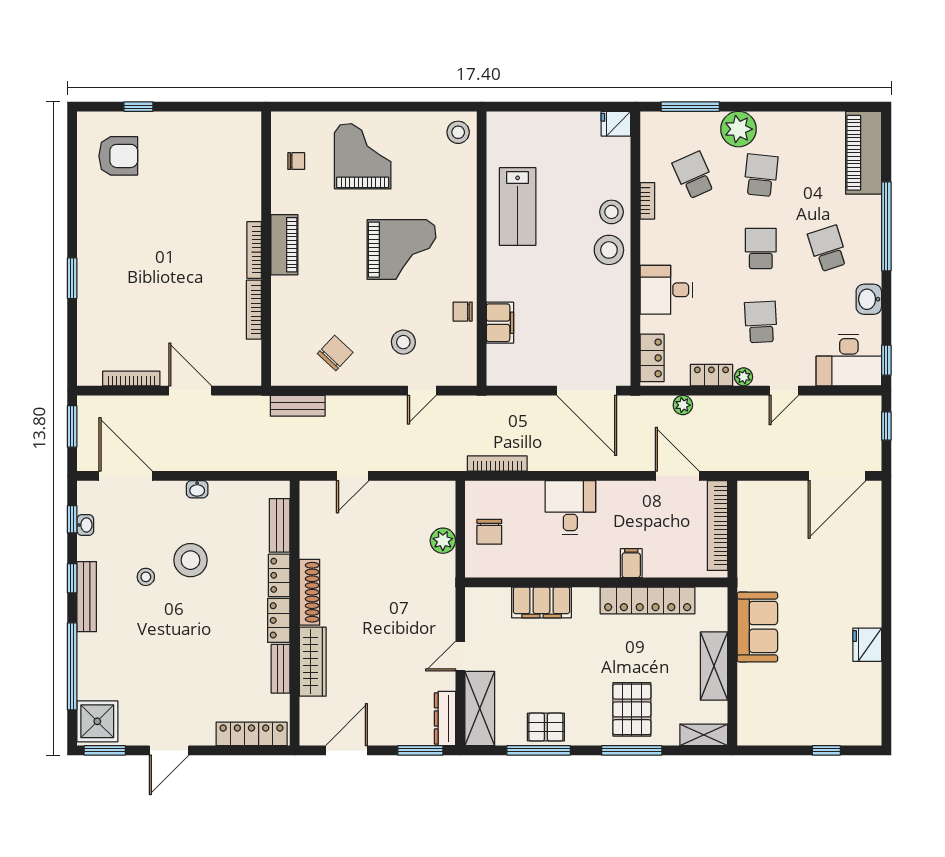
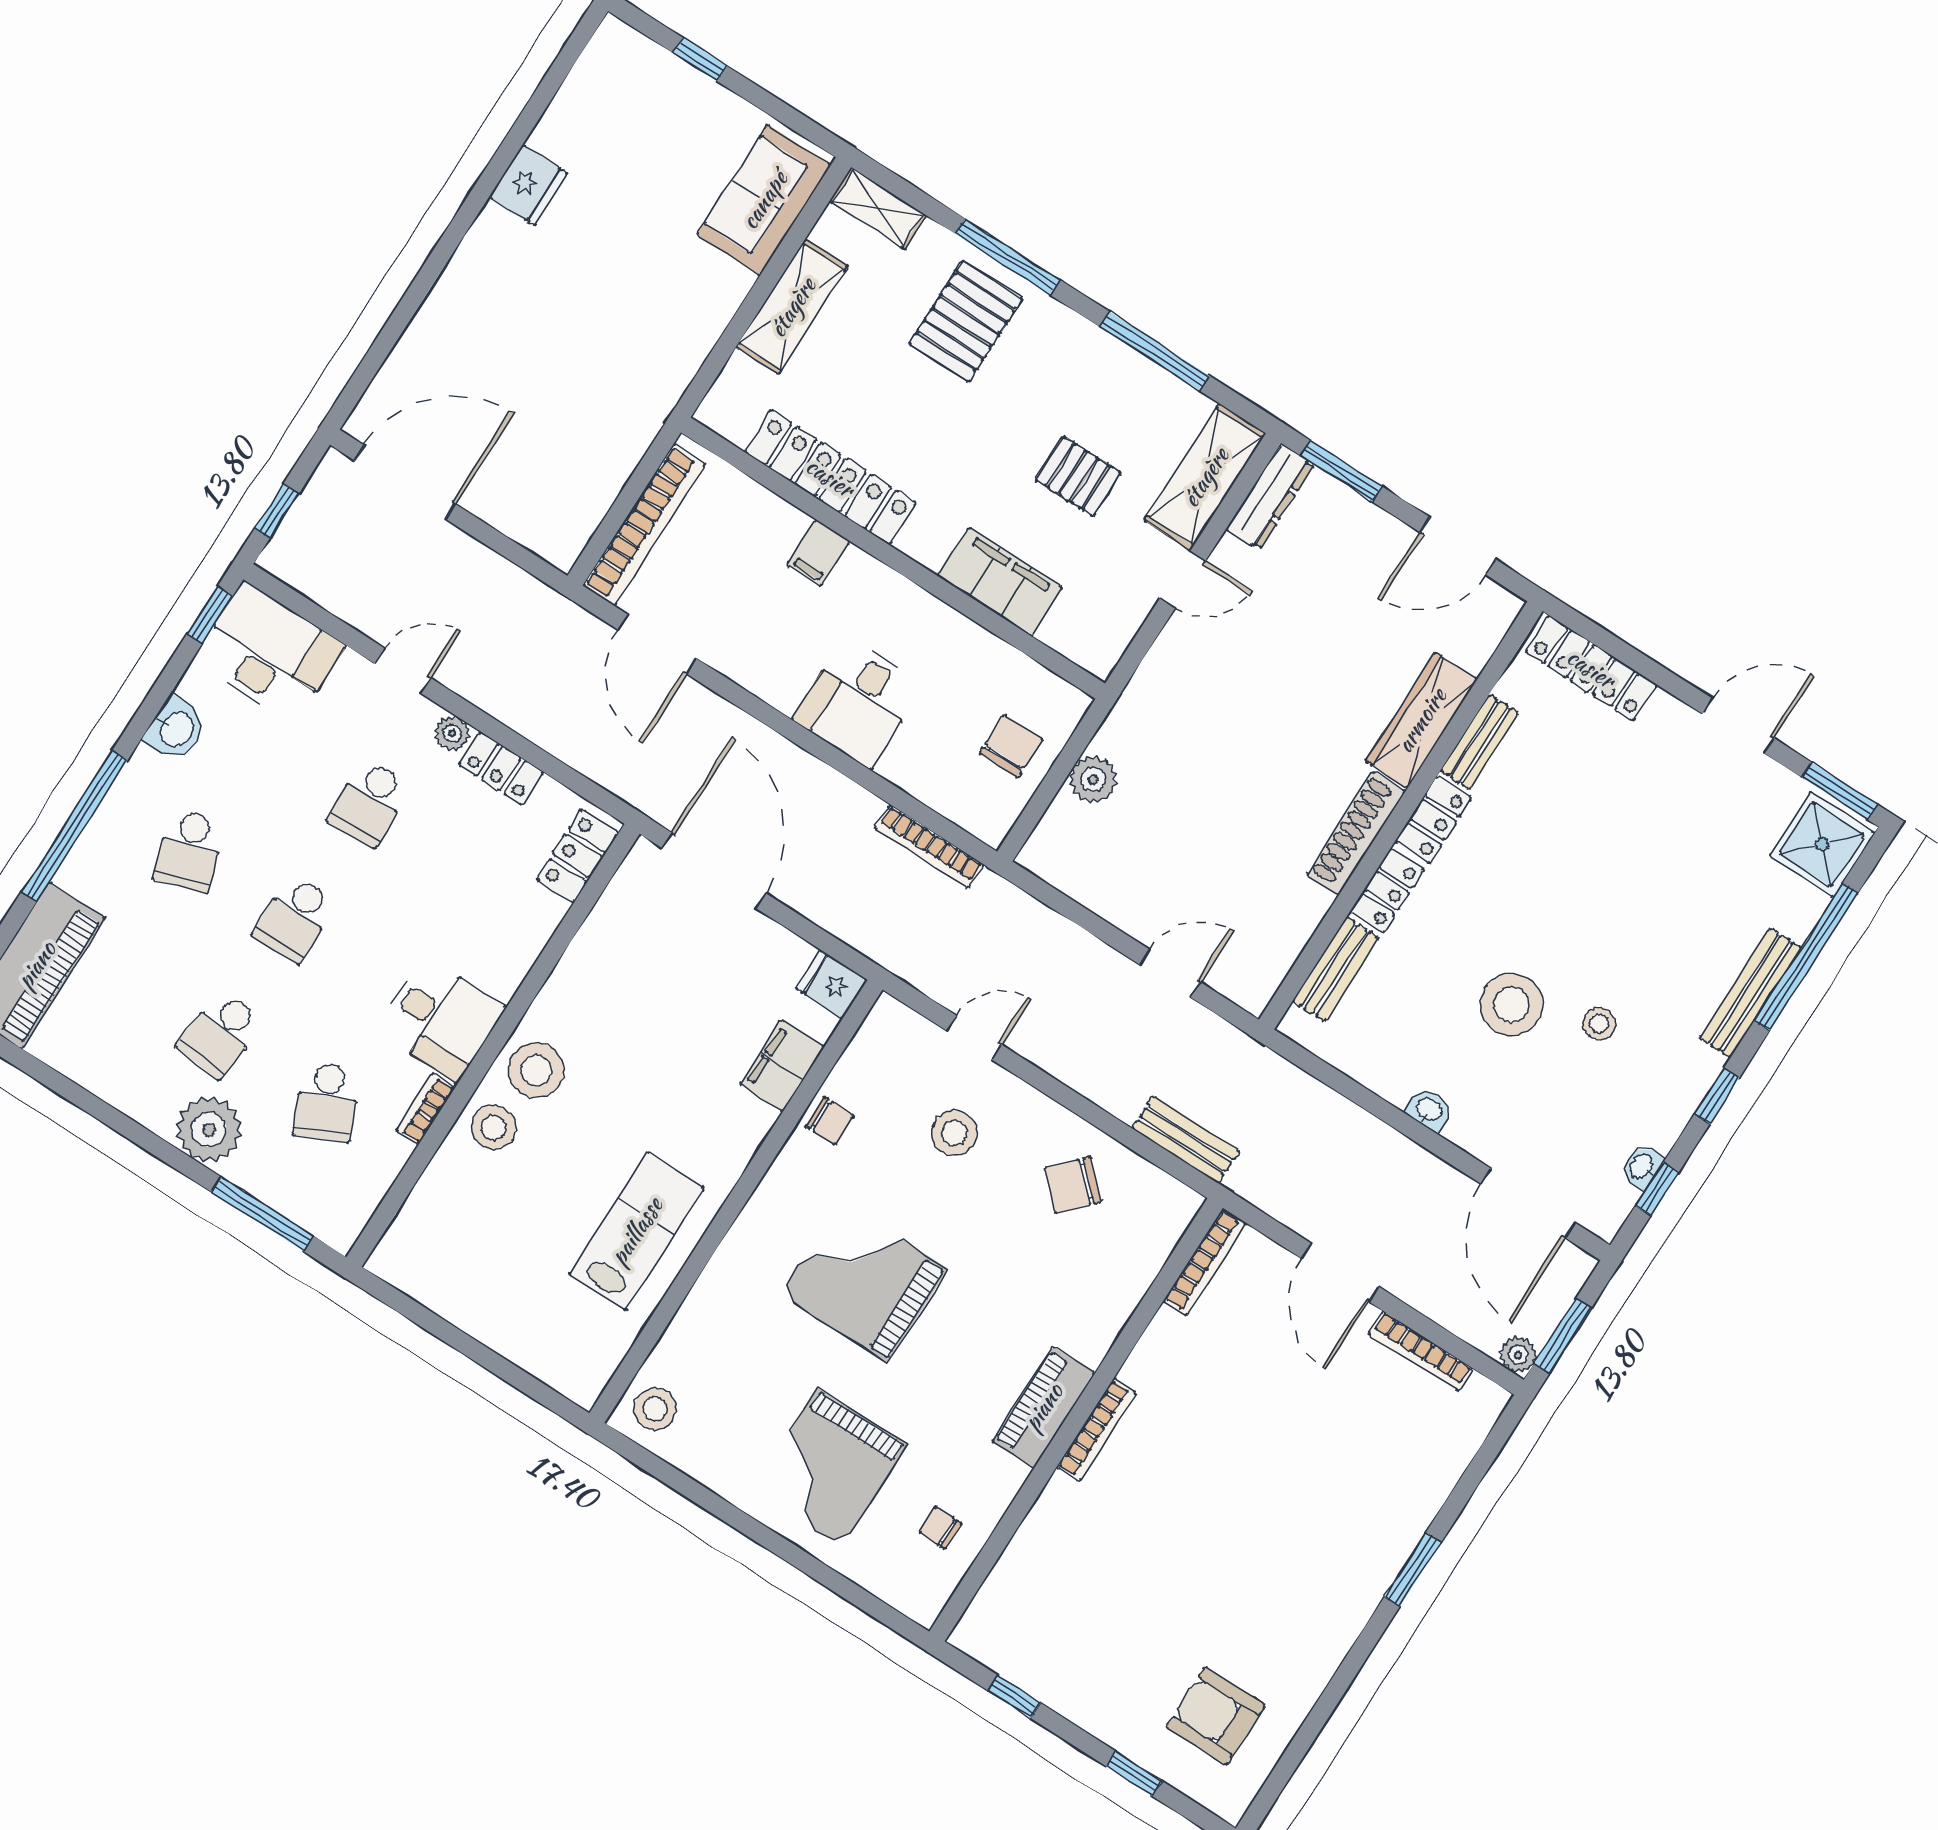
window: (214, 107) -> (1014, 1697), added
fridge: (616, 124) -> (832, 984), moved, turned 180
desk: (666, 290) -> (441, 1019), moved
bookcase: (254, 310) -> (1205, 1262), moved
plant: (683, 405) -> (1518, 1355), moved
bench: (87, 597) -> (1750, 993), moved
sofa: (757, 627) -> (764, 200), moved
pallet: (546, 727) -> (1078, 476), moved

